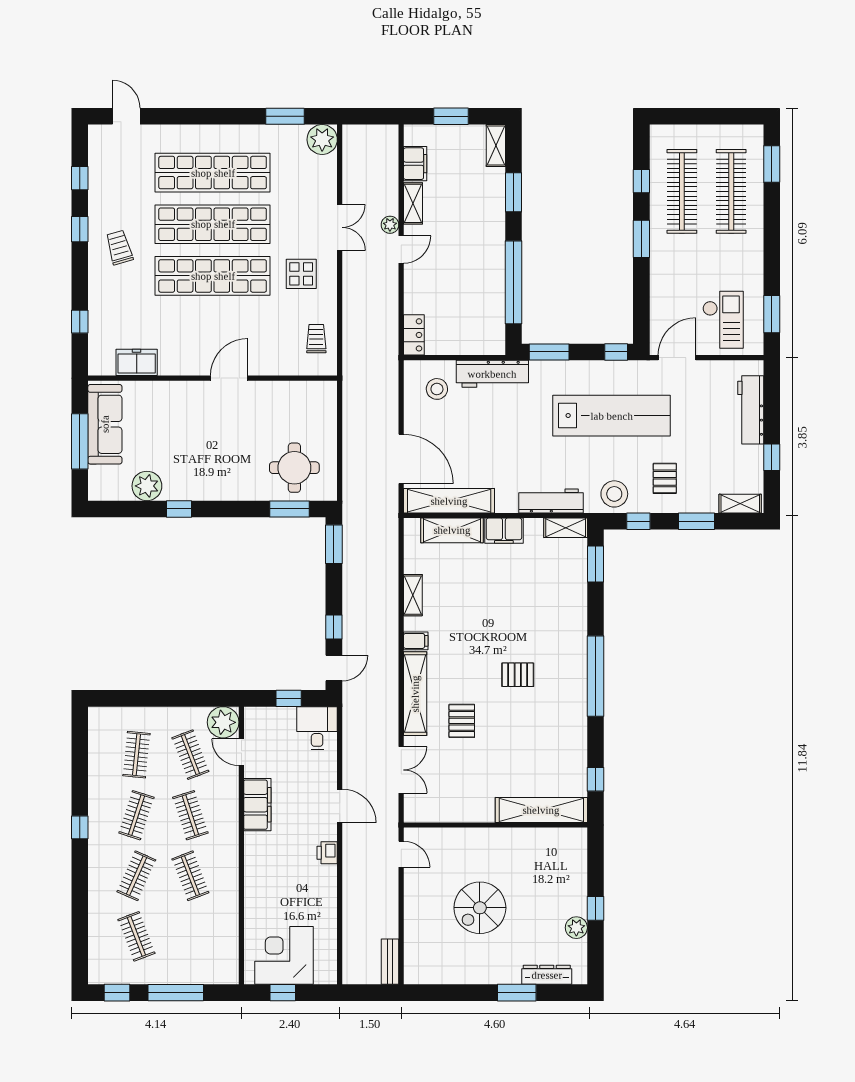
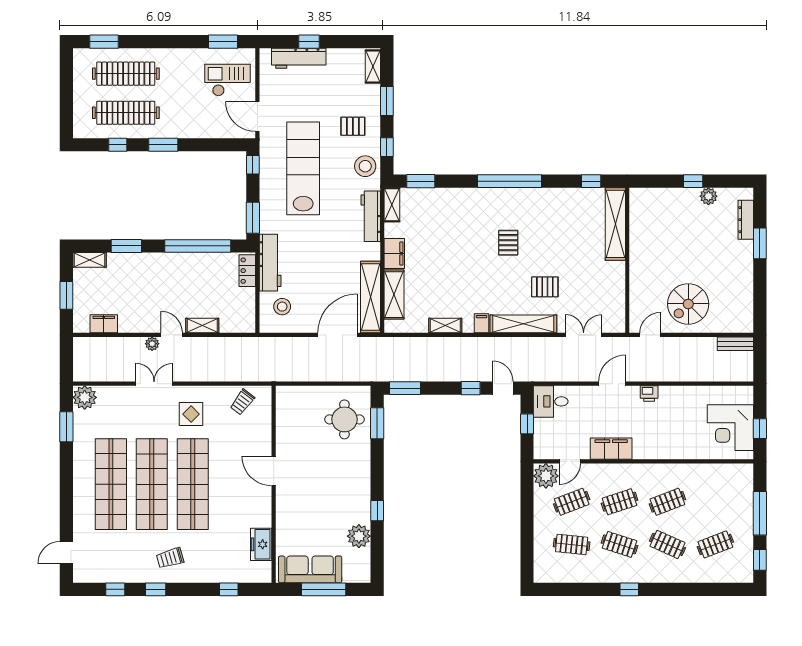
shelving: (413, 203) -> (202, 326), moved
locker: (414, 335) -> (247, 271), moved, turned -90
trolley: (316, 339) -> (242, 402), turned -53
window: (772, 457) -> (309, 42), moved
spiral stairs: (480, 908) -> (688, 304), moved, turned 90

